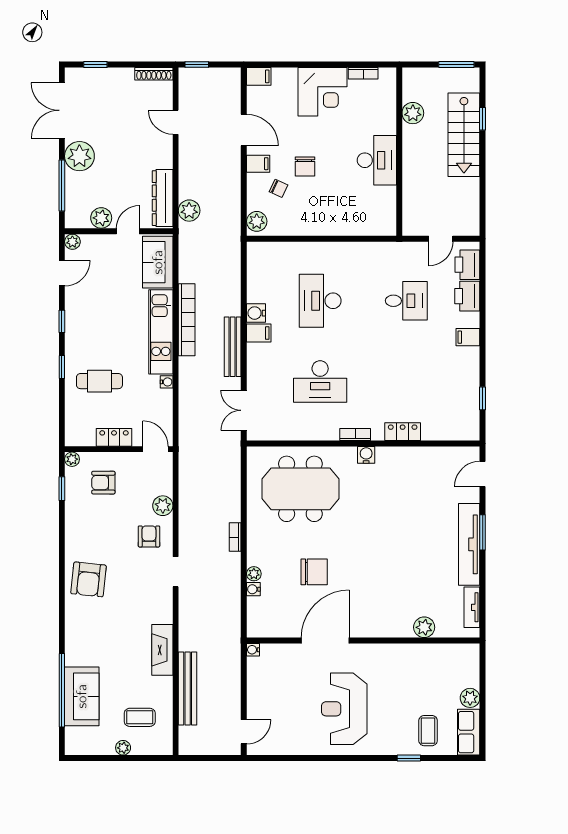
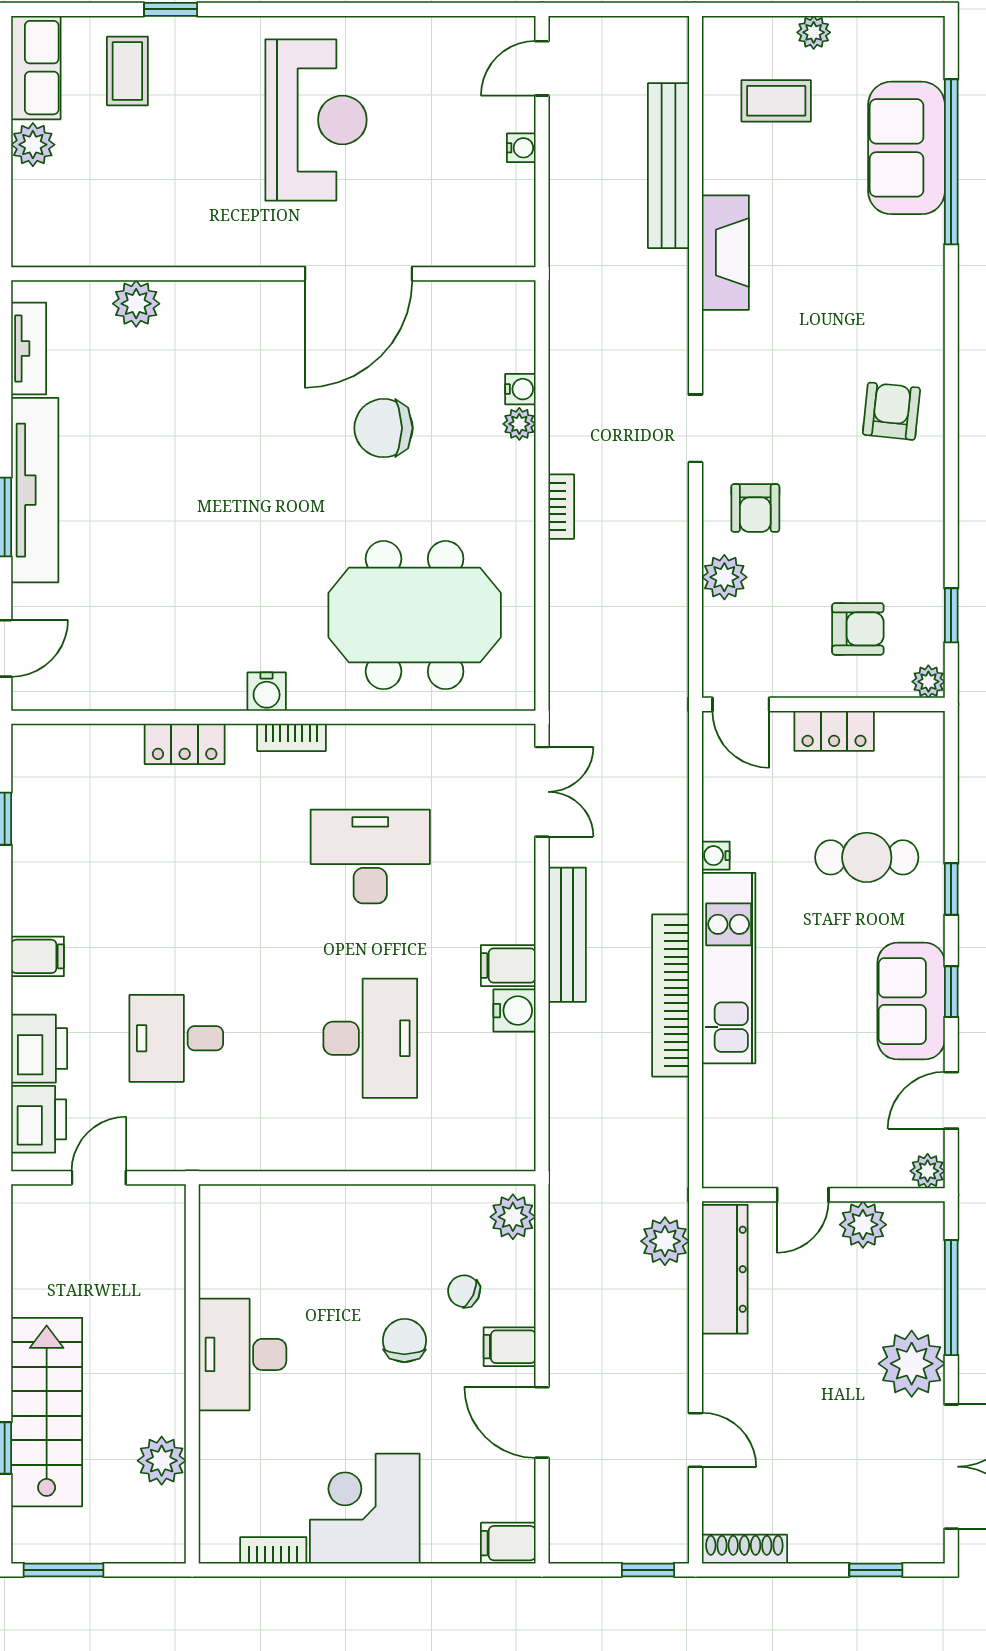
sofa: (158, 262) -> (911, 1001), moved, turned 180
armchair: (88, 579) -> (891, 411), width x0.72, depth x0.72
water cooler: (253, 650) -> (521, 148), moved

